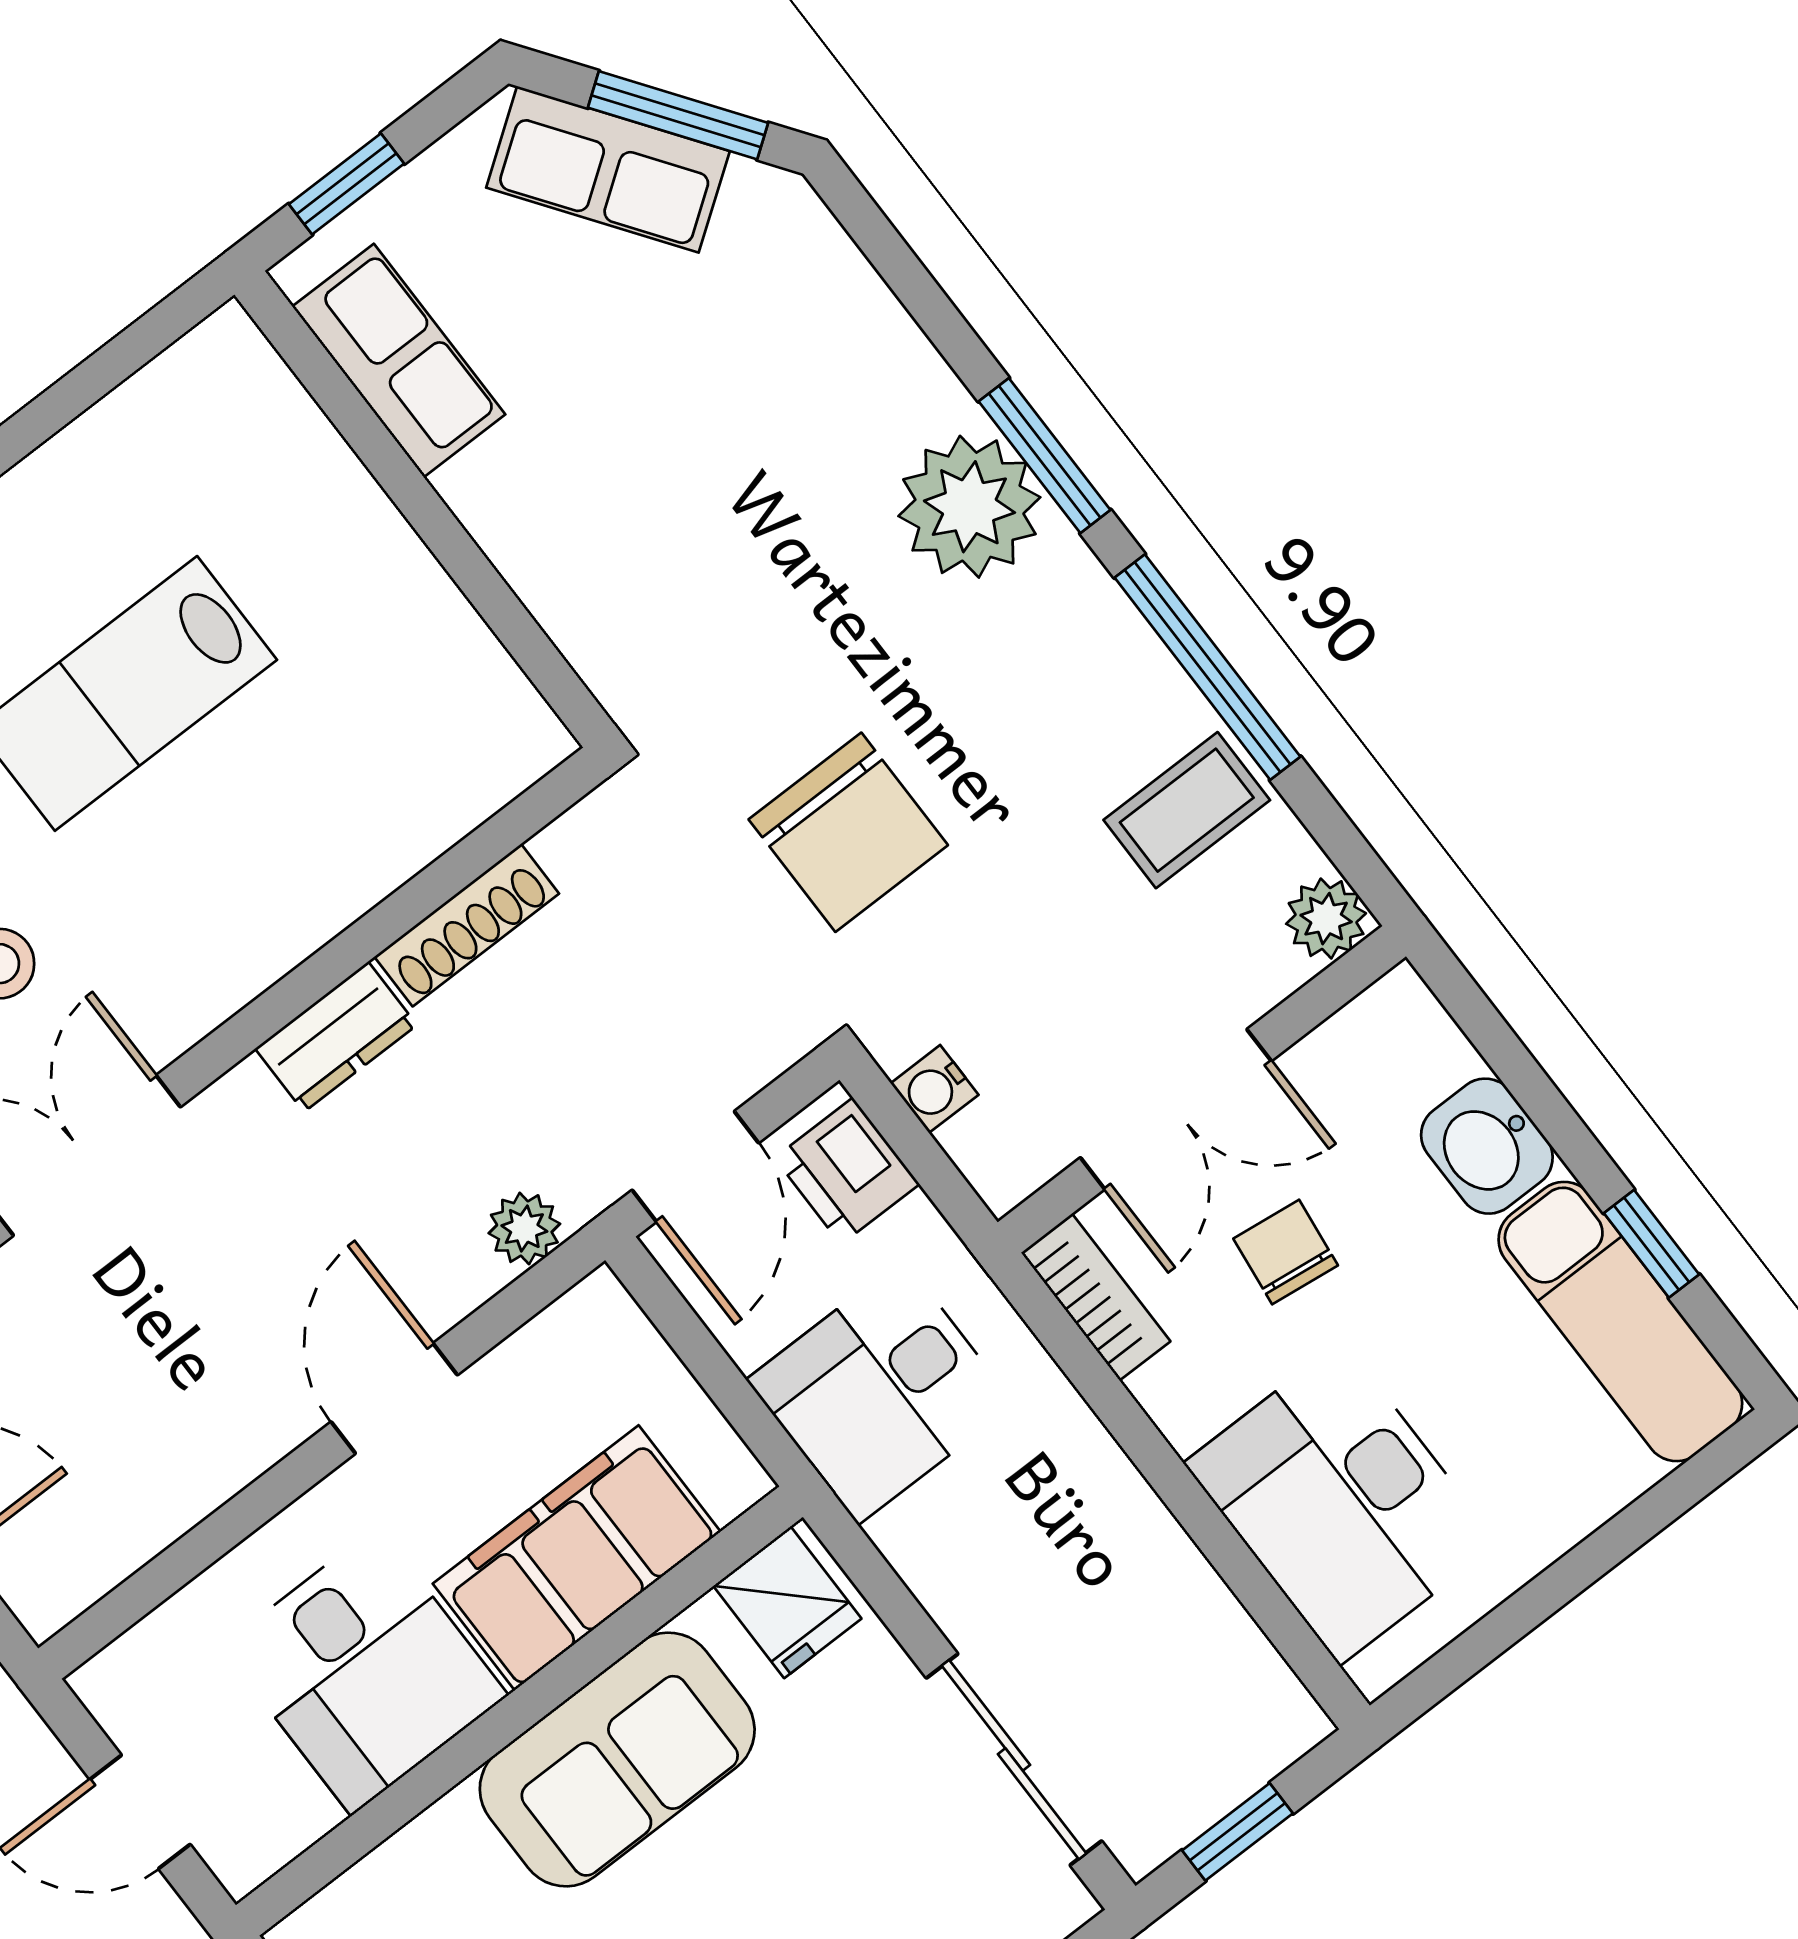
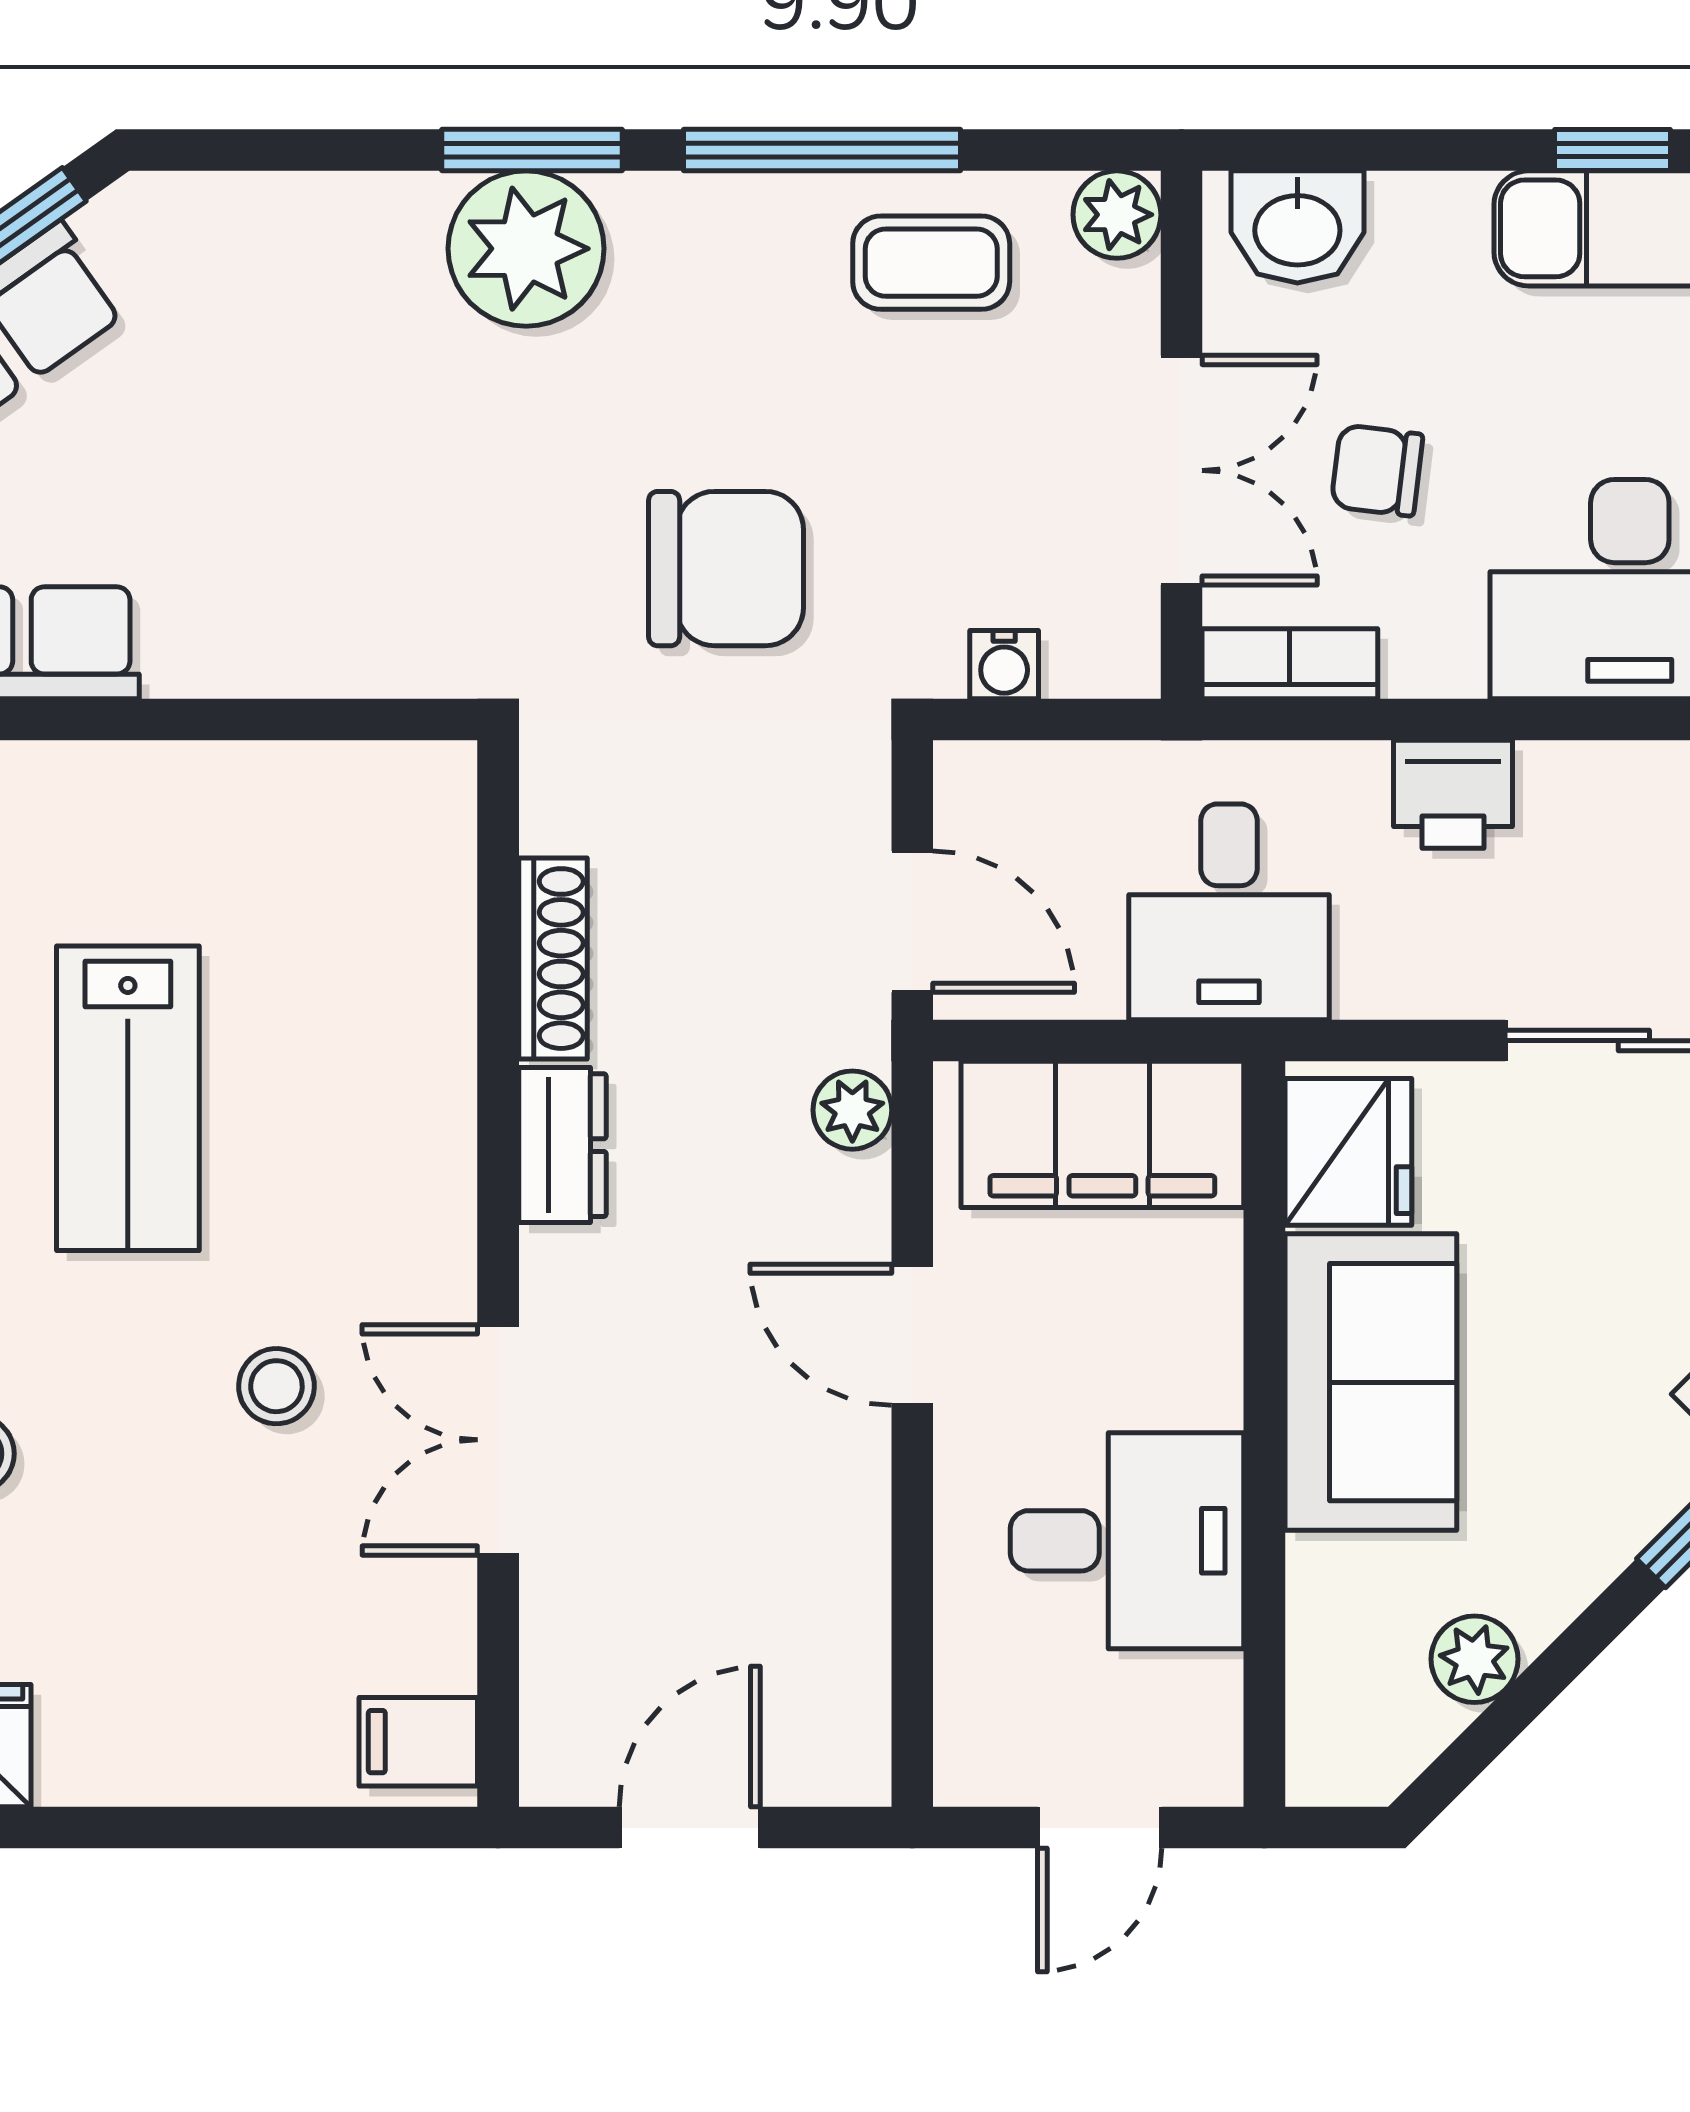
coffee table: (1187, 810) -> (931, 263), turned 90
washbasin: (1487, 1146) -> (1297, 227), moved
printer: (847, 1171) -> (1453, 794), moved
filing cabinet: (577, 1558) -> (1102, 1134), moved, turned -90
fridge: (787, 1602) -> (1348, 1152), width x1.38

